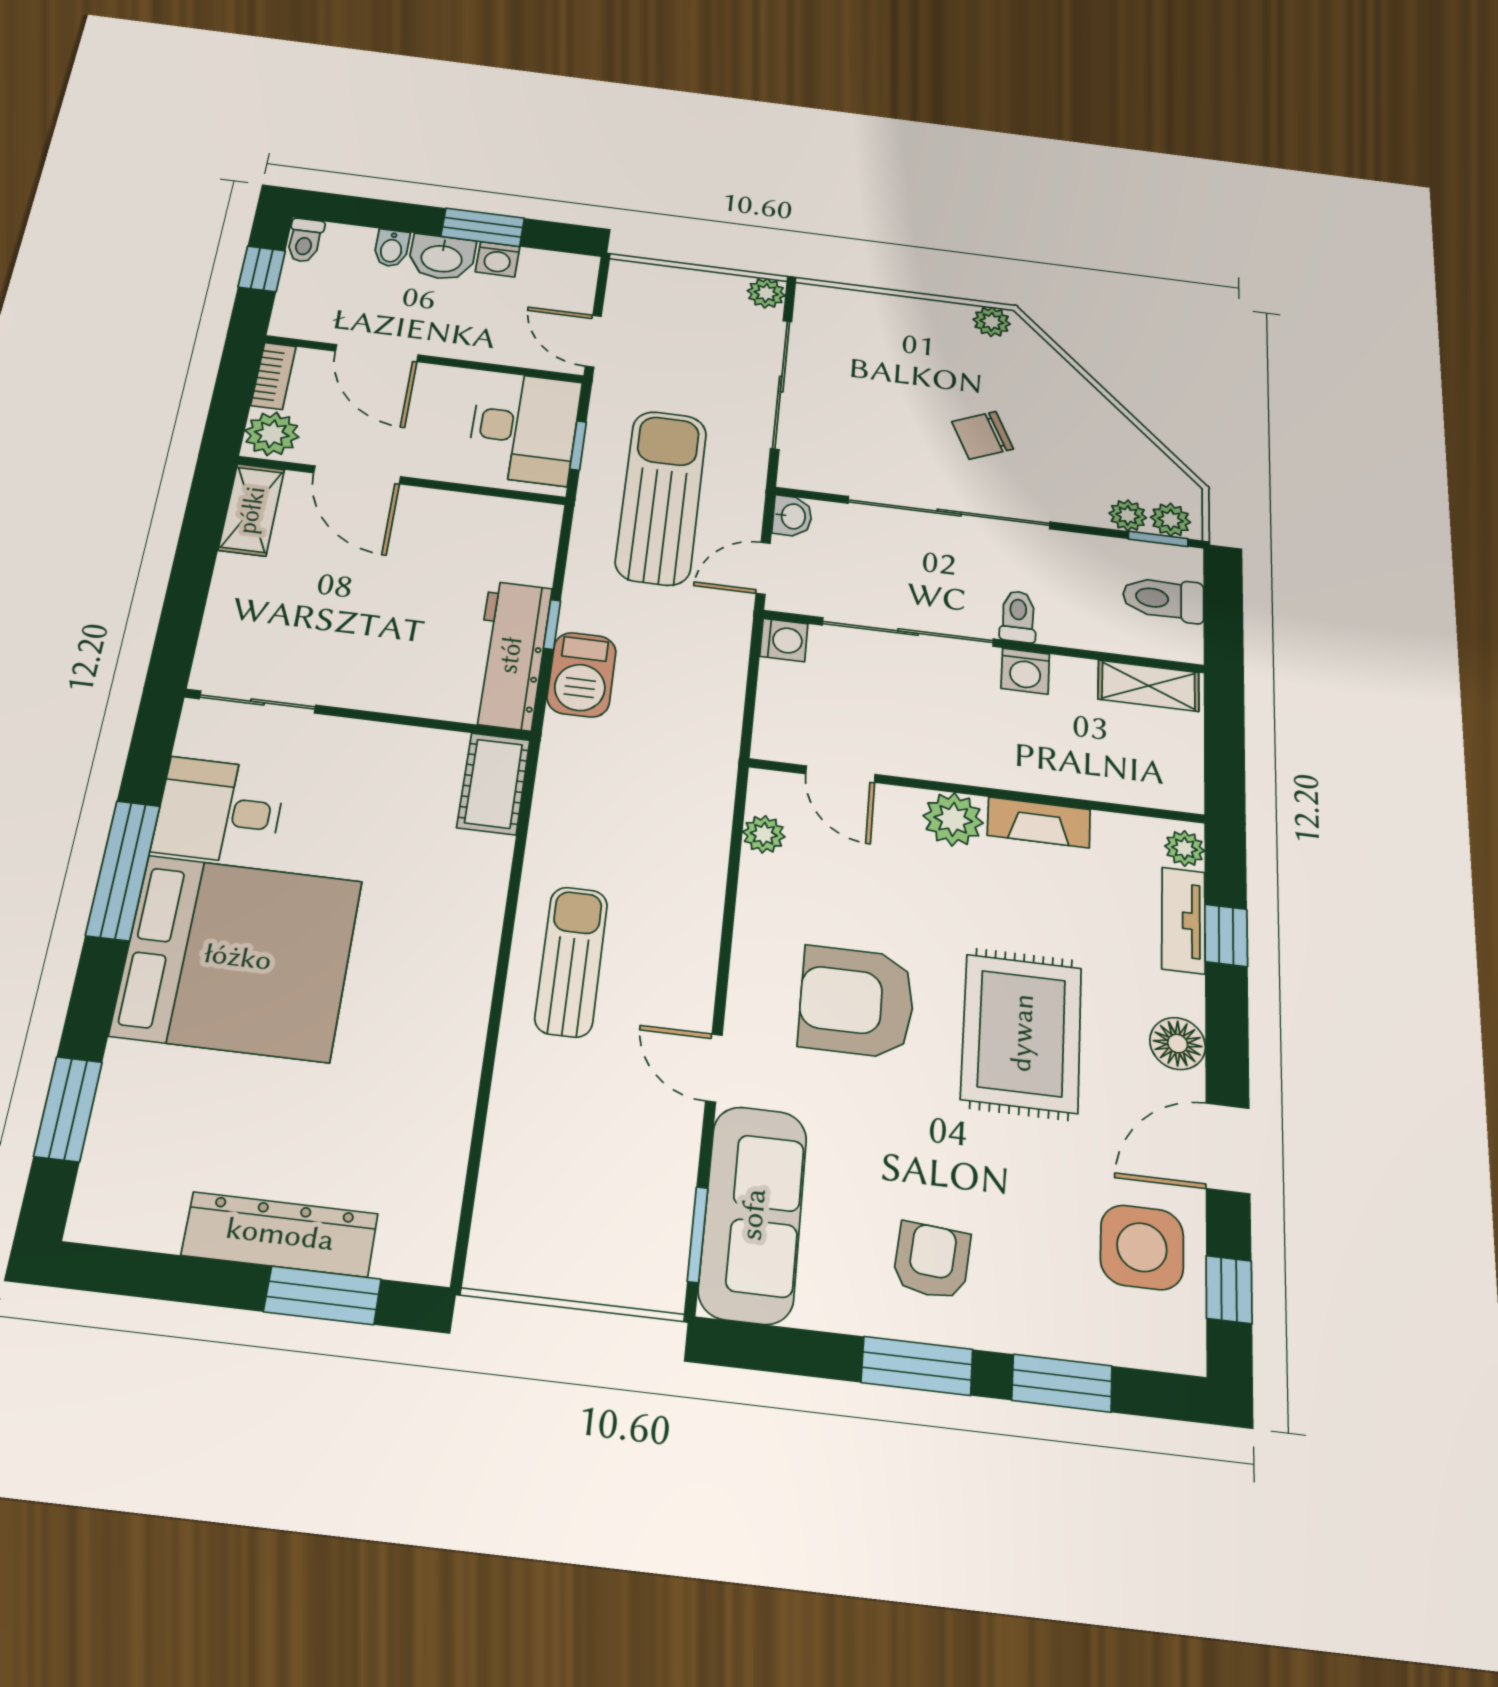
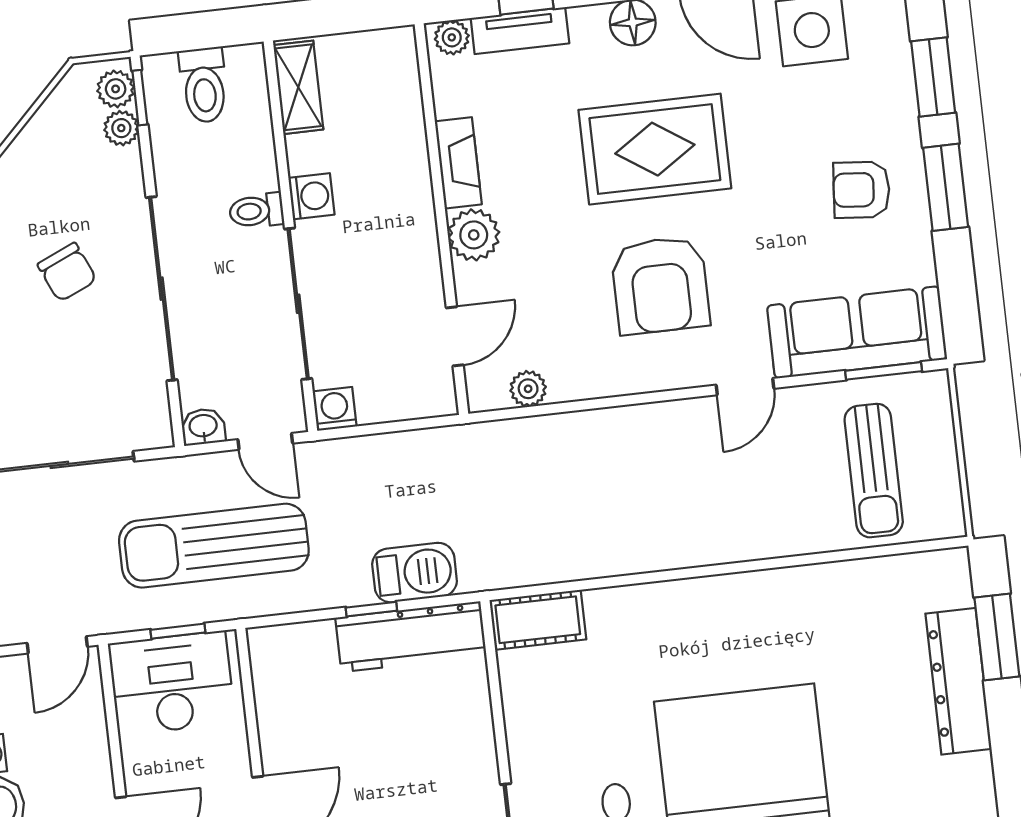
sun lounger: (571, 961) -> (874, 471), moved, turned -90

